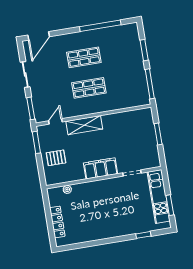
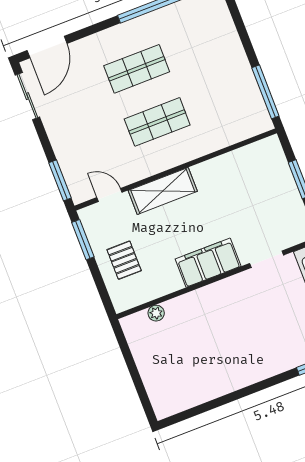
window: (144, 50) -> (243, 33), removed
sliding door: (25, 75) -> (27, 96), moved
door: (55, 121) -> (109, 195), hinge flipped
pallet: (56, 158) -> (124, 260), turned 90
locker: (57, 222) -> (150, 375), removed

